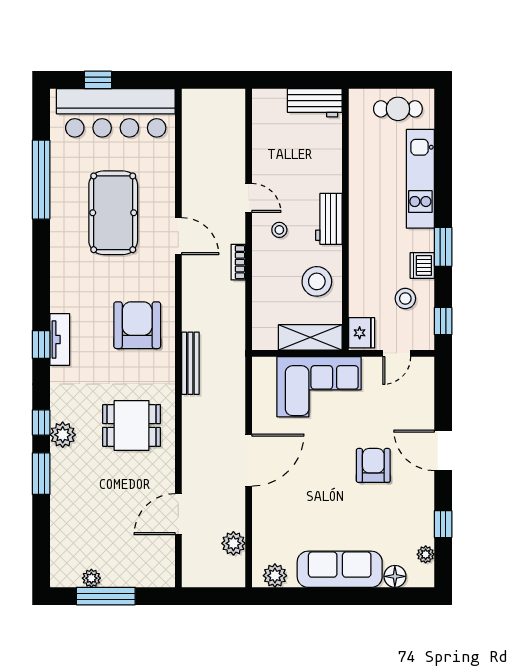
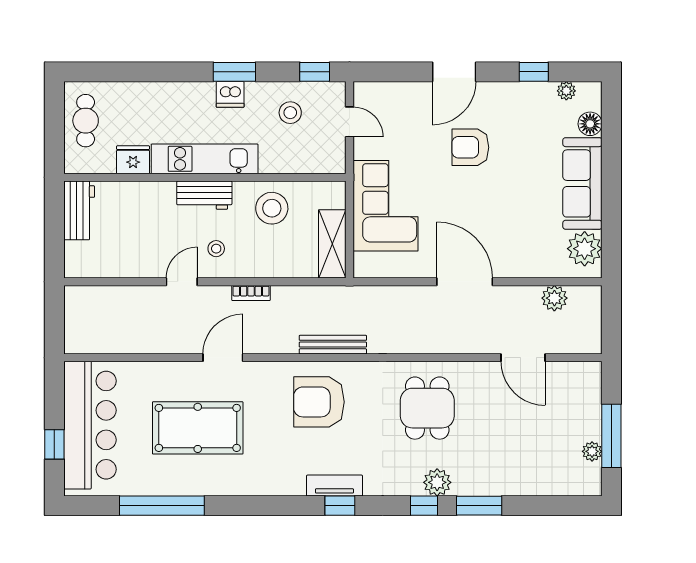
kitchen unit: (420, 179) -> (205, 159), moved, turned 180
dishwasher: (422, 265) -> (230, 94), moved
fridge: (362, 333) -> (133, 160), moved
shelving: (310, 337) -> (332, 244), moved
bench: (190, 363) -> (333, 345), moved
plant: (275, 576) -> (585, 249), width x1.36, depth x1.36

